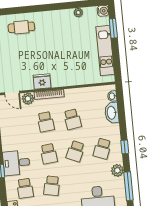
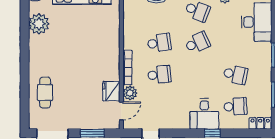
plant: (78, 13) -> (39, 24), width x1.87, depth x1.87
fridge: (42, 81) -> (111, 91), moved
school desk: (76, 151) -> (197, 43), turned -48
school desk: (49, 154) -> (197, 75), removed

